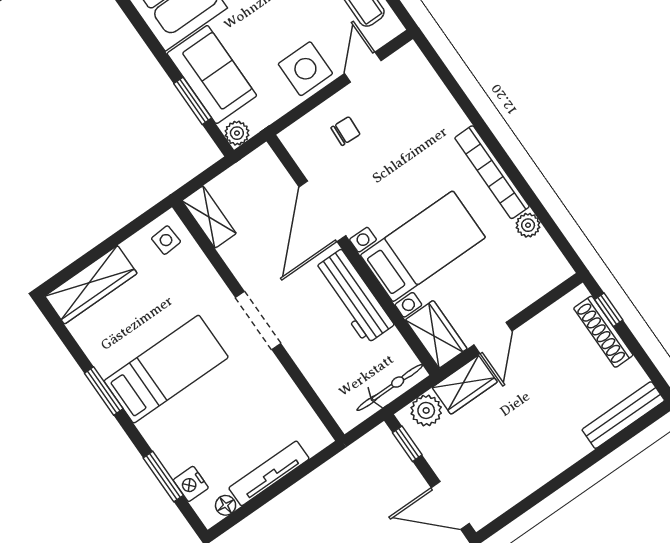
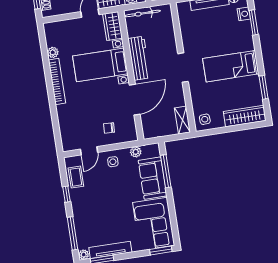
side table: (305, 69) -> (113, 162), width x0.54, depth x0.54
window: (193, 101) -> (166, 171), width x1.44
plant: (237, 133) -> (136, 152), moved
window: (104, 391) -> (264, 87), moved

